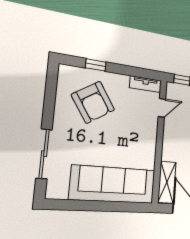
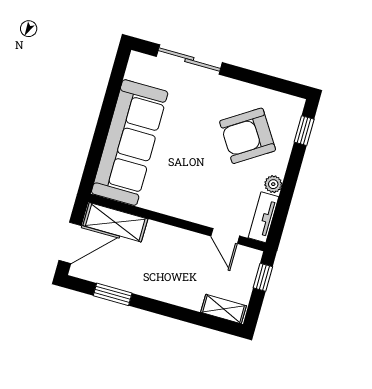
window: (96, 65) -> (304, 131), moved
plant: (123, 80) -> (273, 184), added

